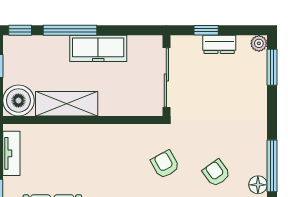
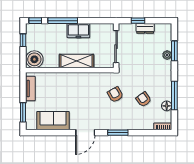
plant: (259, 43) -> (167, 55), moved
freezer: (98, 48) -> (78, 31), width x0.71
window: (272, 67) -> (174, 51), moved
shelving: (67, 104) -> (77, 61), moved

